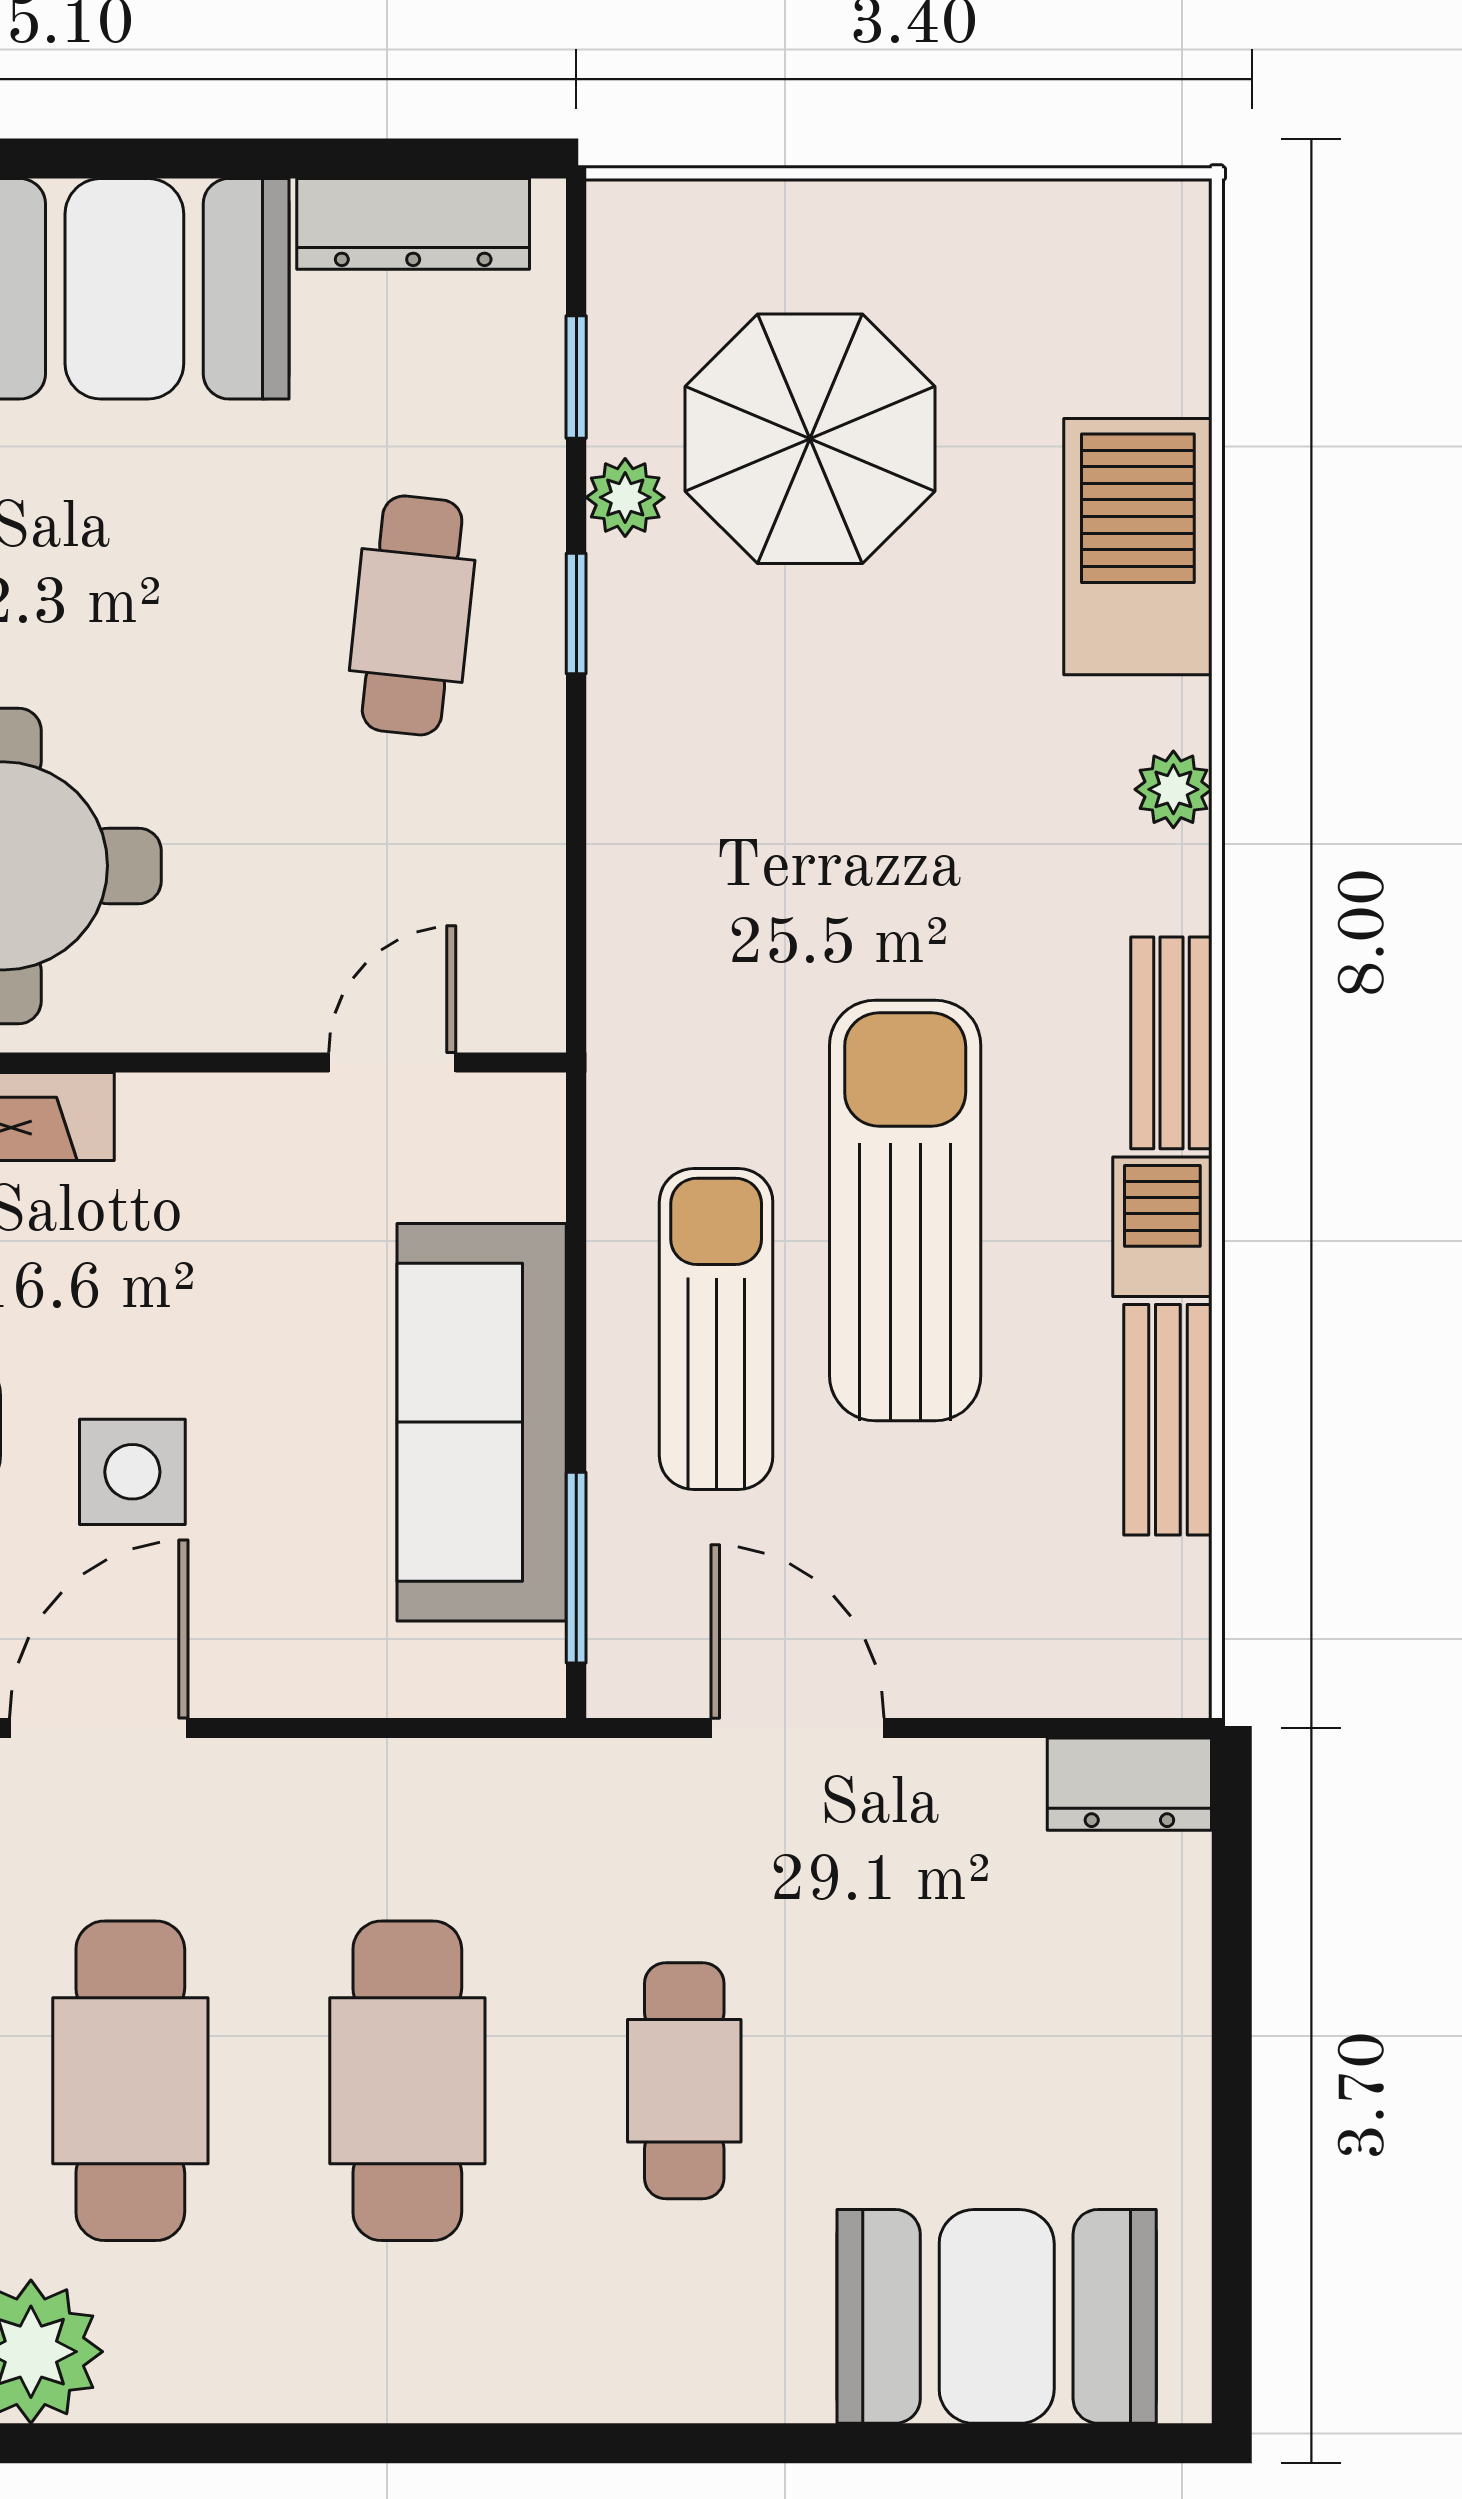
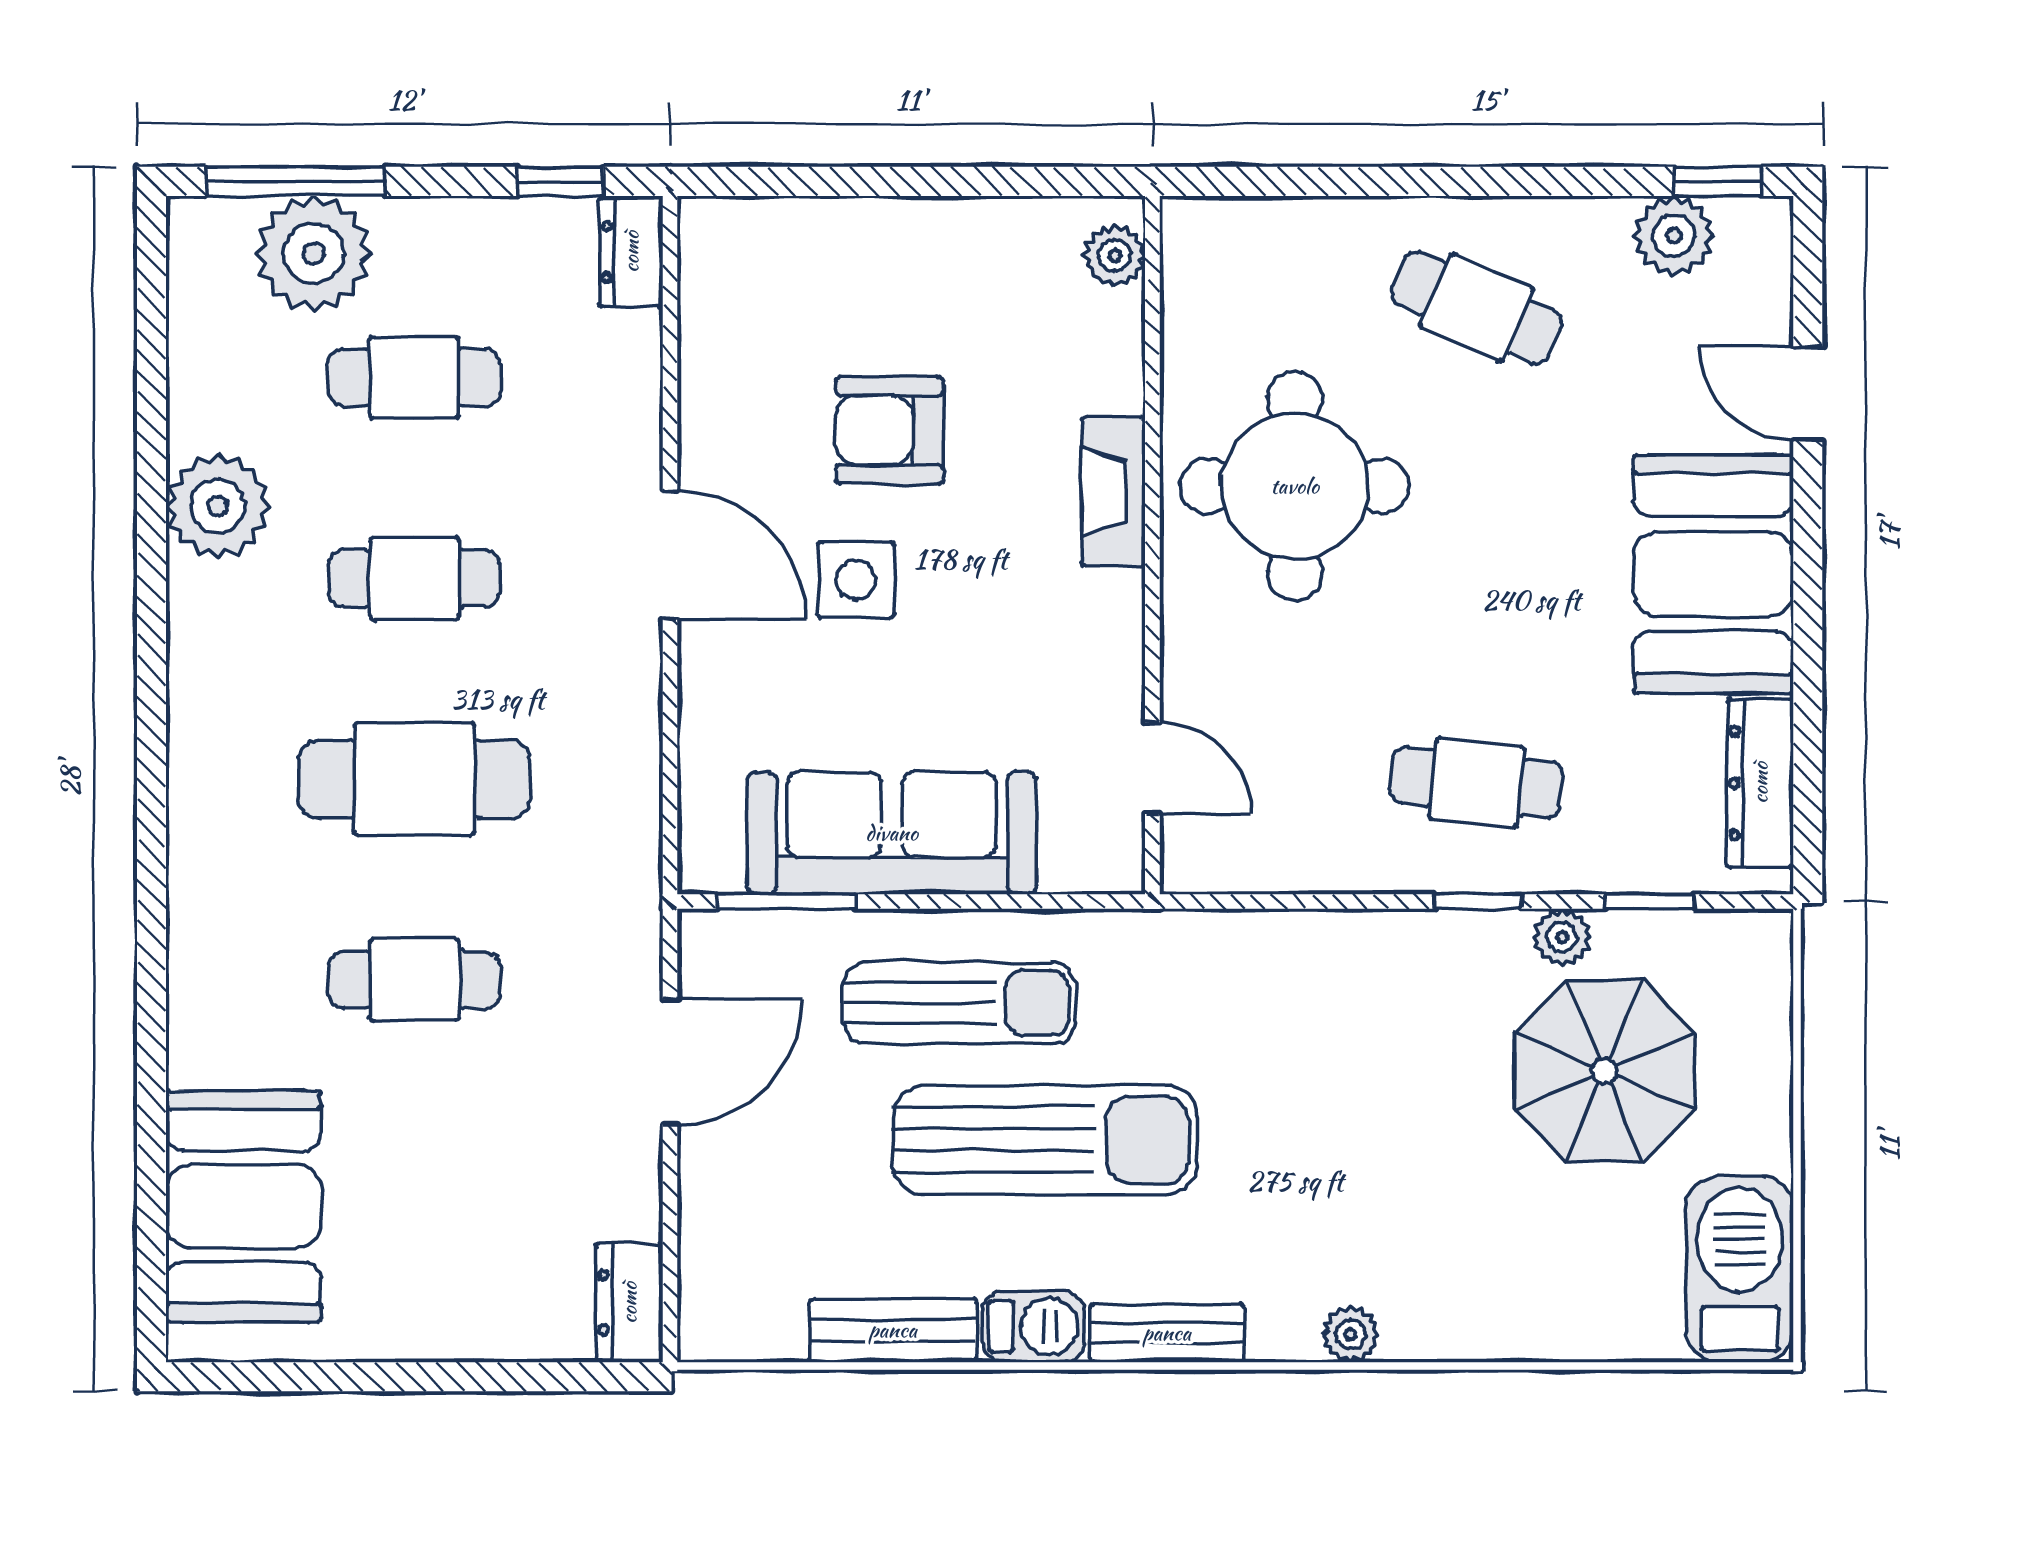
barbecue: (1138, 547) -> (1740, 1269), moved, turned -90
cafe table: (130, 2081) -> (414, 578), width x0.73, depth x0.74

